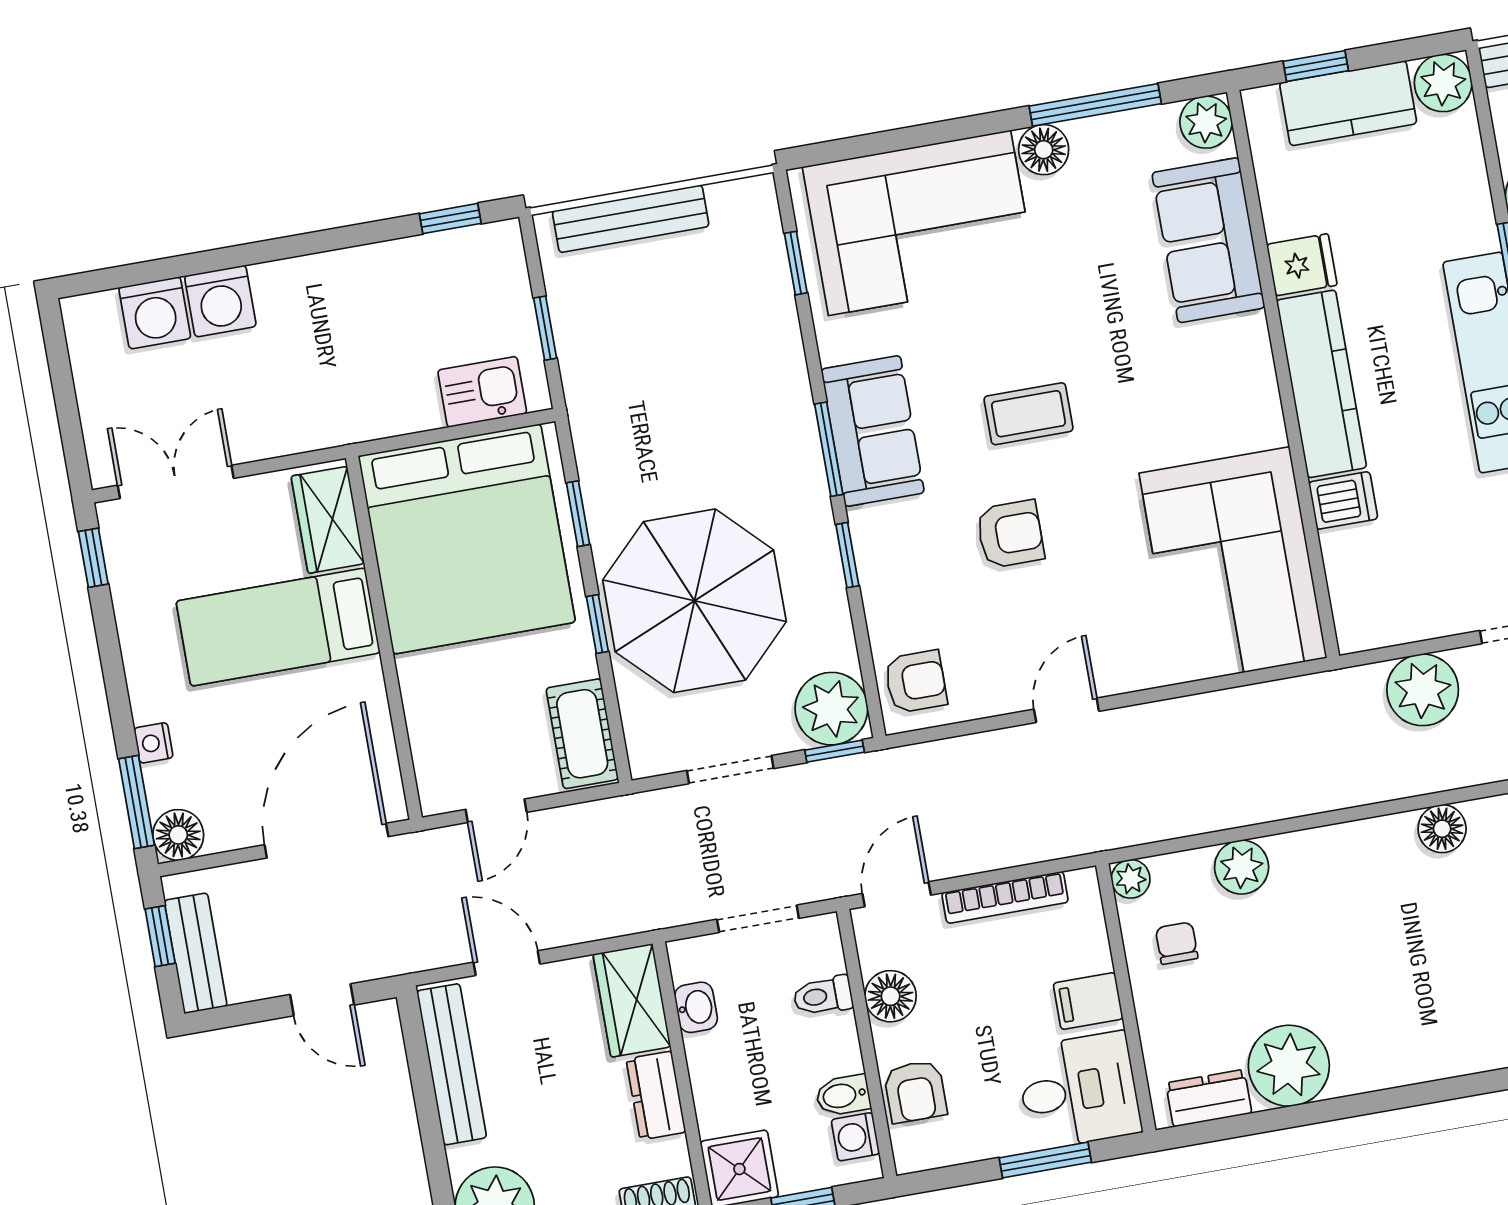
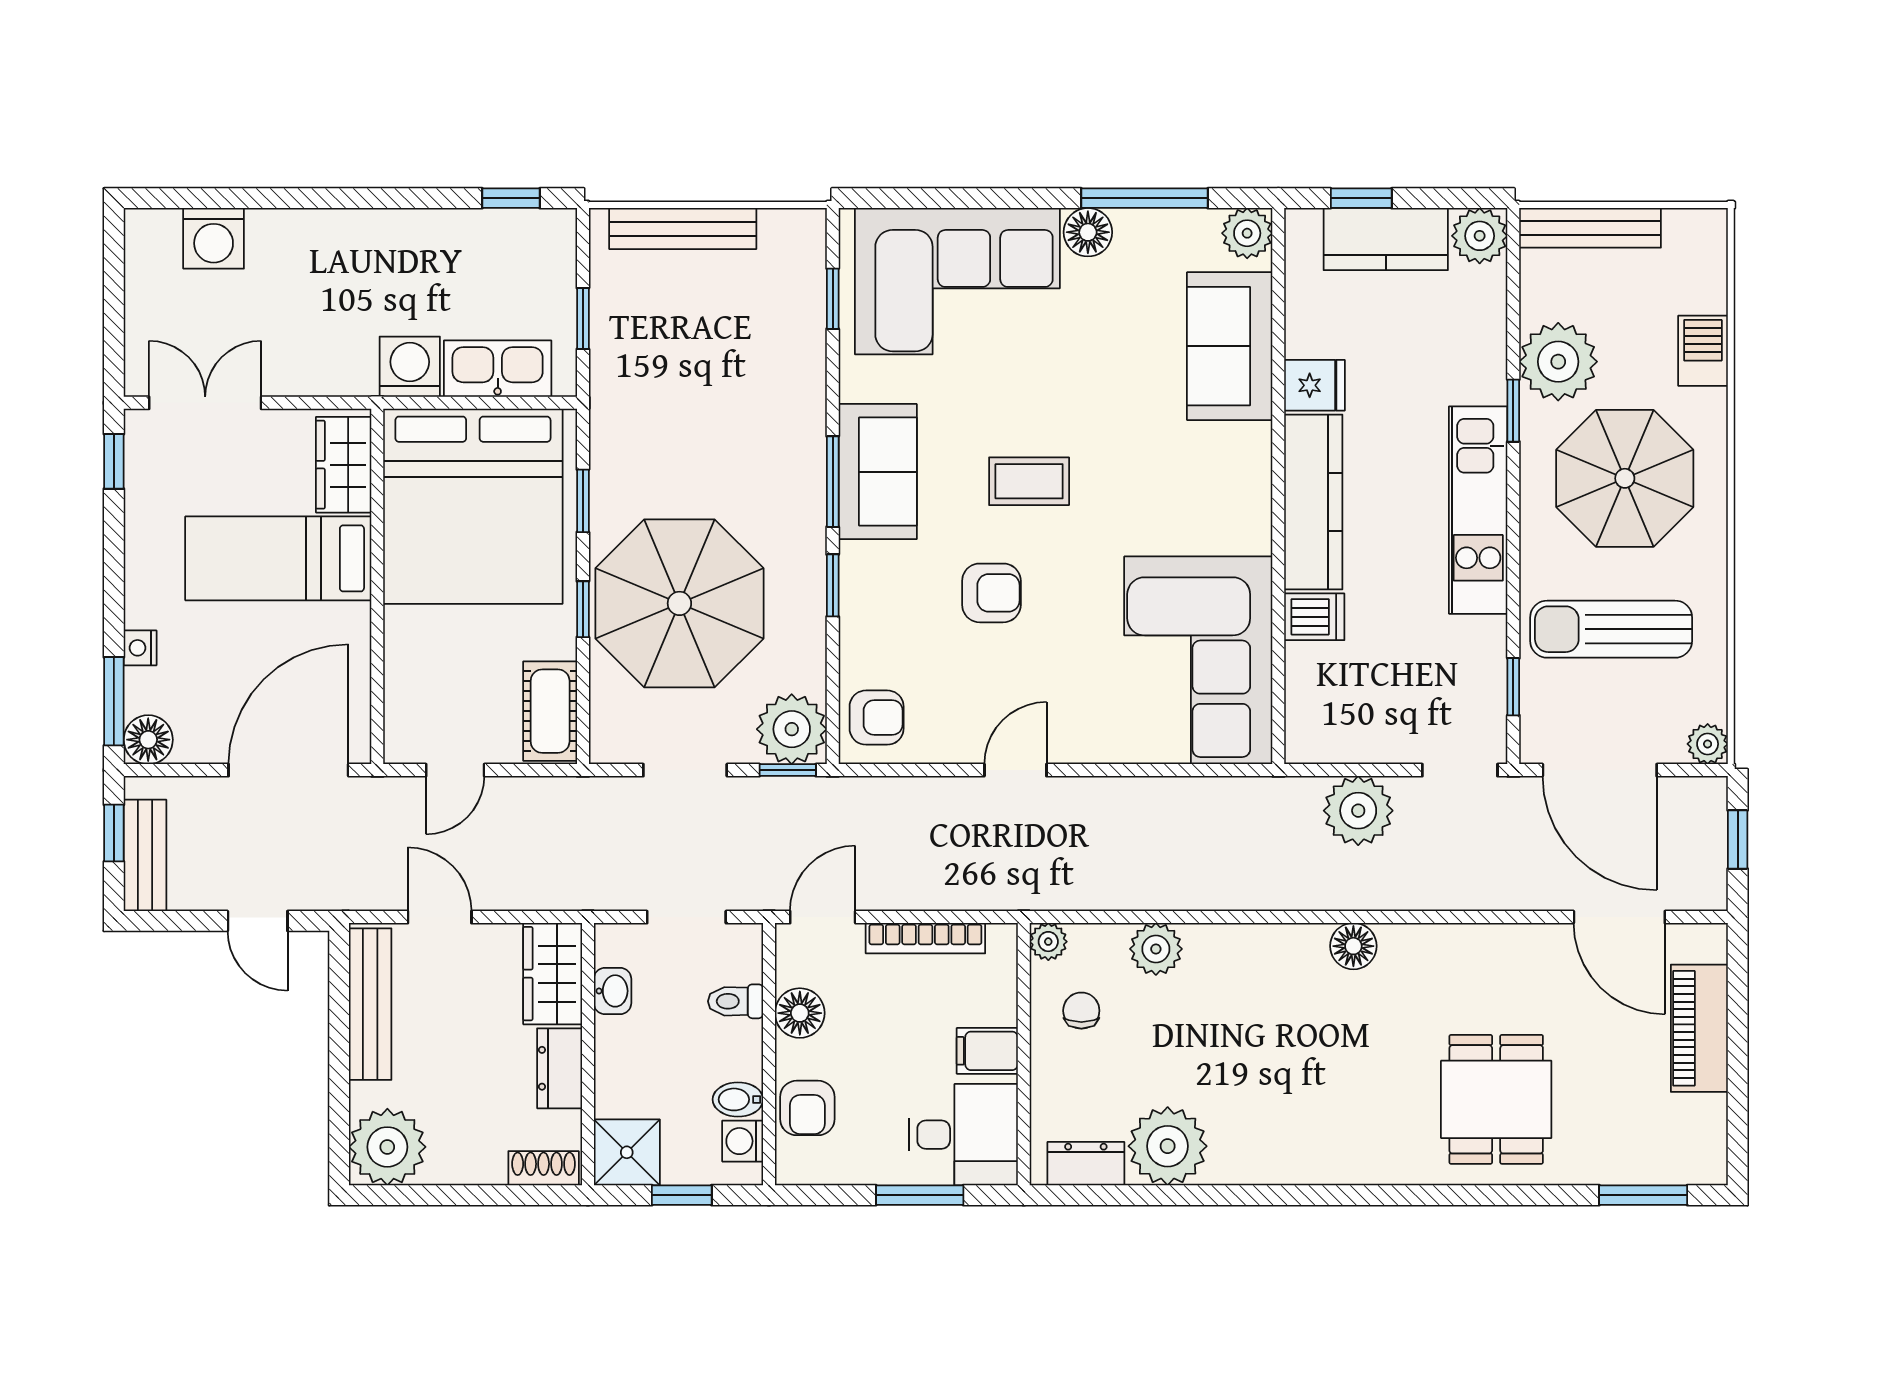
washing machine: (220, 301) -> (410, 367), moved, turned 180
kitchen sink: (482, 392) -> (498, 369), width x1.38

